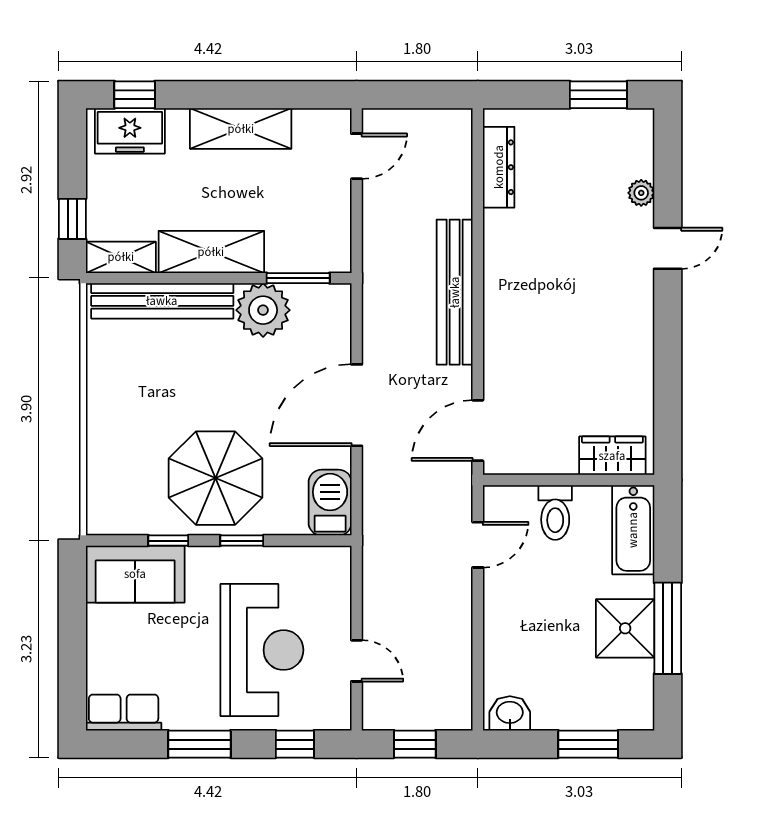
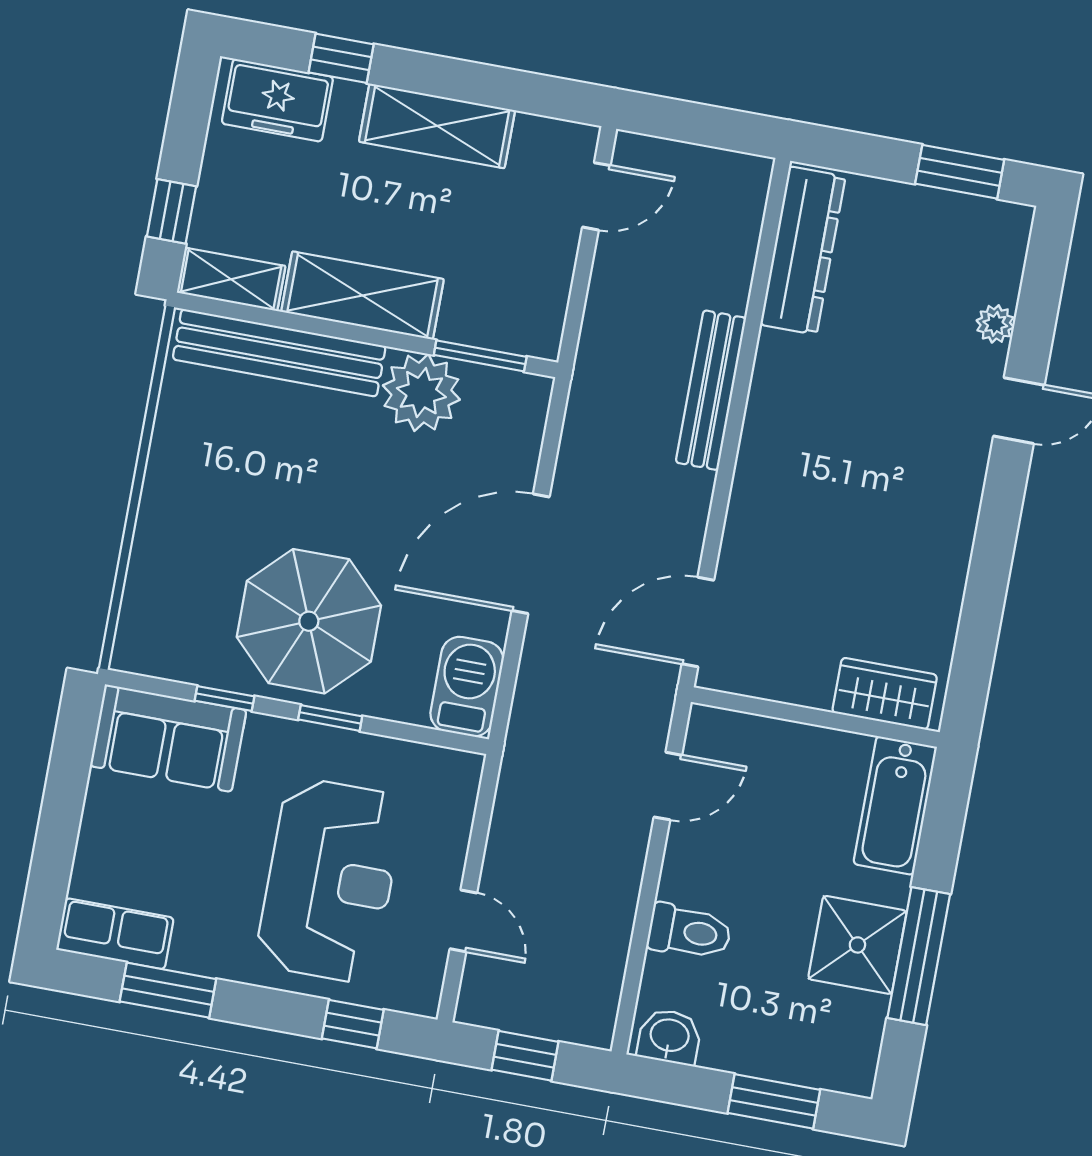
window: (135, 95) -> (341, 58), moved
dresser: (499, 167) -> (803, 251), width x1.37, depth x1.24
bench: (455, 292) -> (711, 390), width x0.73, depth x0.82
toilet: (555, 513) -> (689, 932), moved, turned -90
window: (199, 744) -> (168, 990), moved

